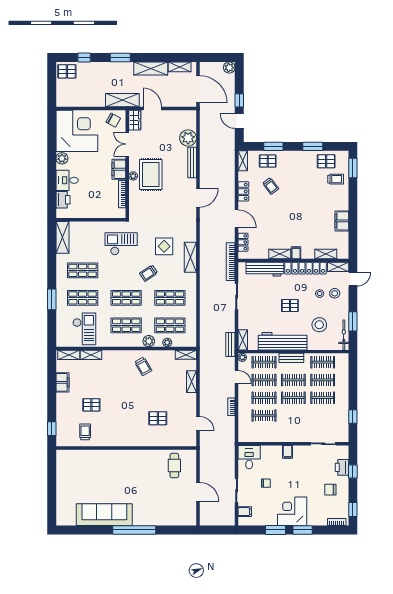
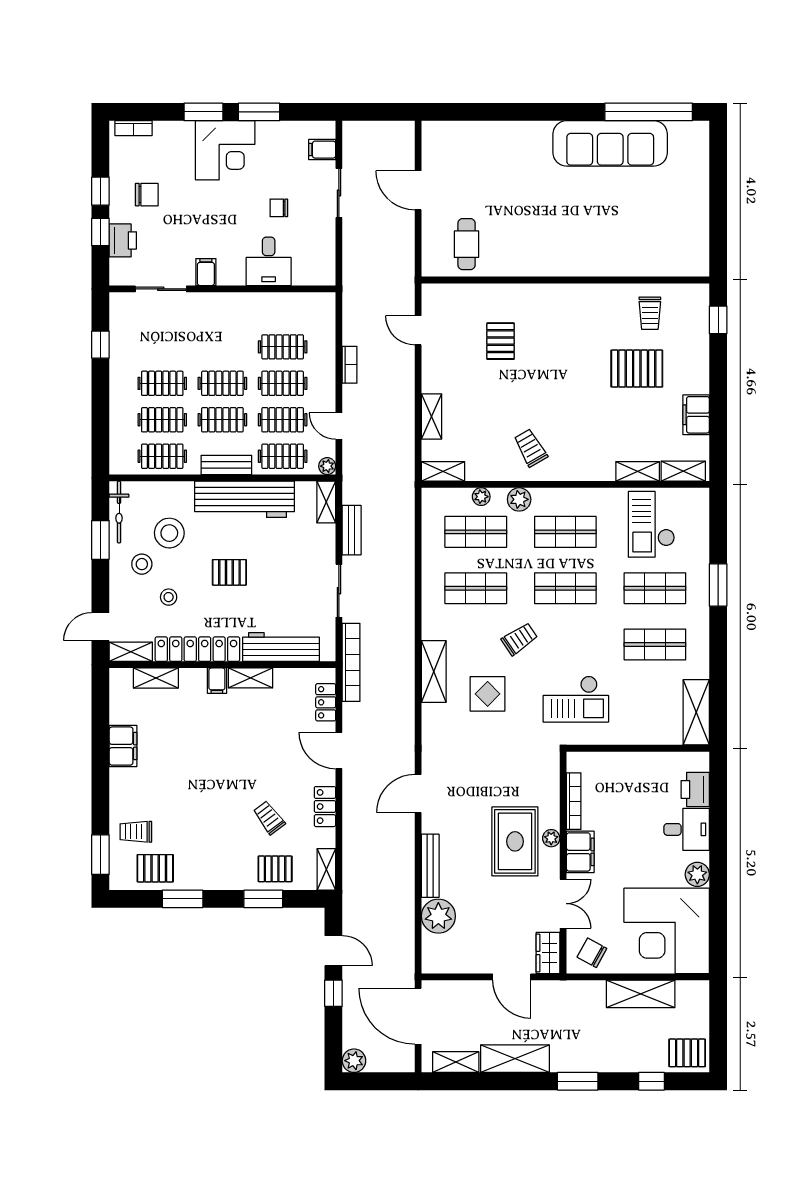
shelving: (122, 100) -> (641, 994), moved
stool: (335, 293) -> (142, 564), moved
bench: (230, 345) -> (352, 530), moved
pallet: (91, 405) -> (637, 369), width x1.50, depth x1.42
pallet: (158, 418) -> (501, 341), turned 90
filing cabinet: (288, 452) -> (206, 272), moved
desk: (249, 457) -> (269, 261), moved
window: (353, 510) -> (100, 191), moved
window: (134, 530) -> (649, 112), moved

